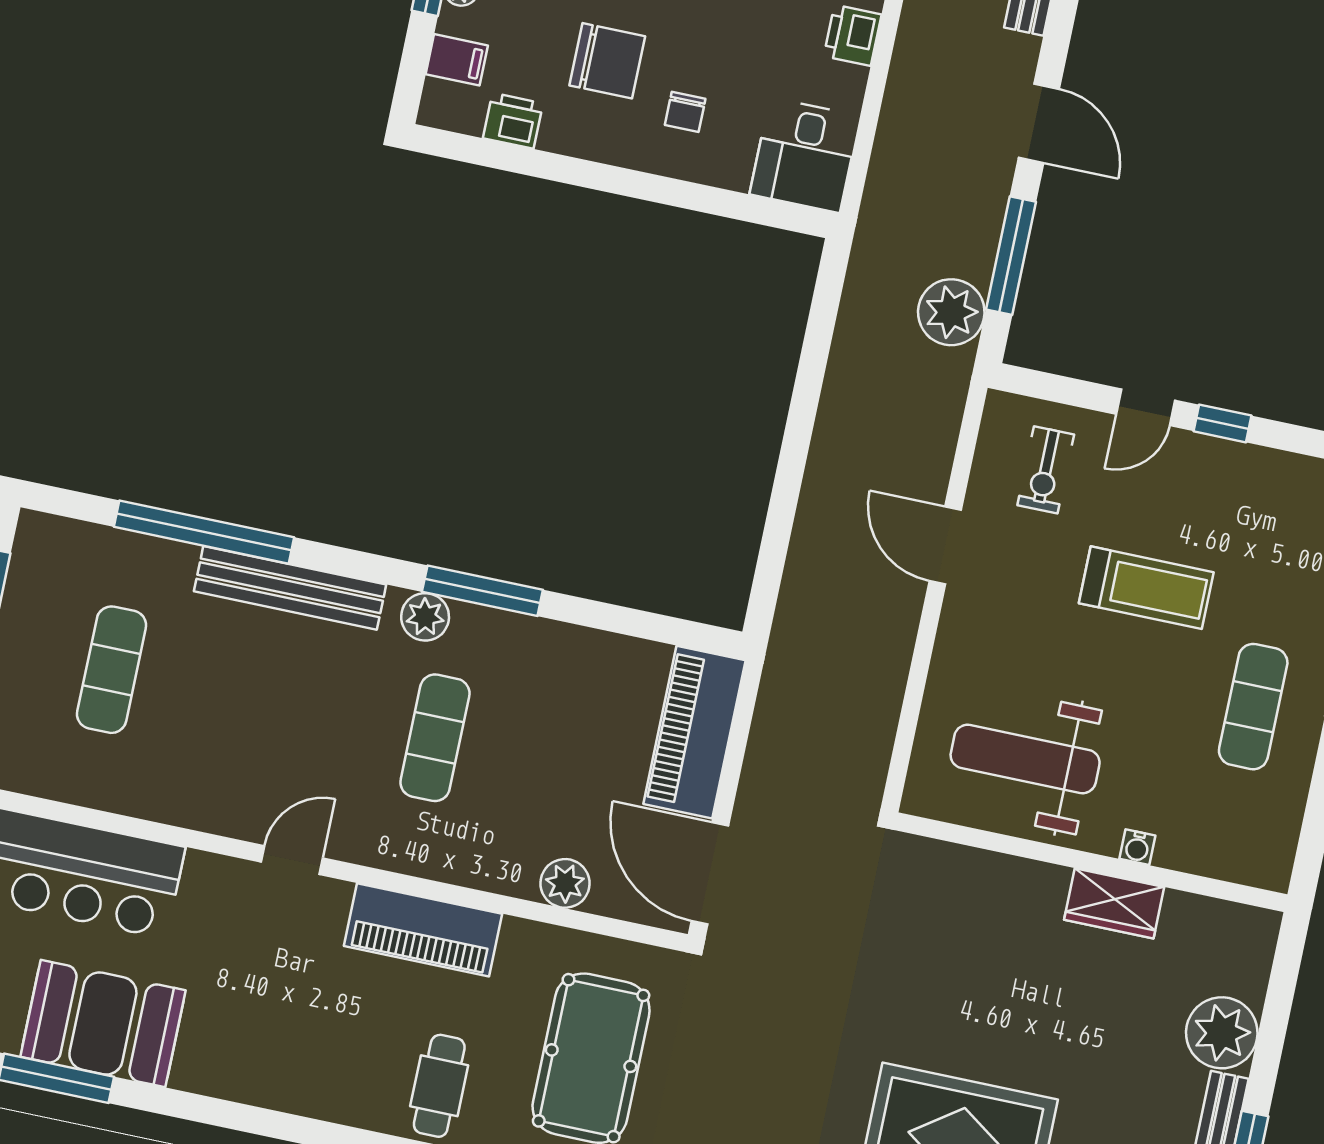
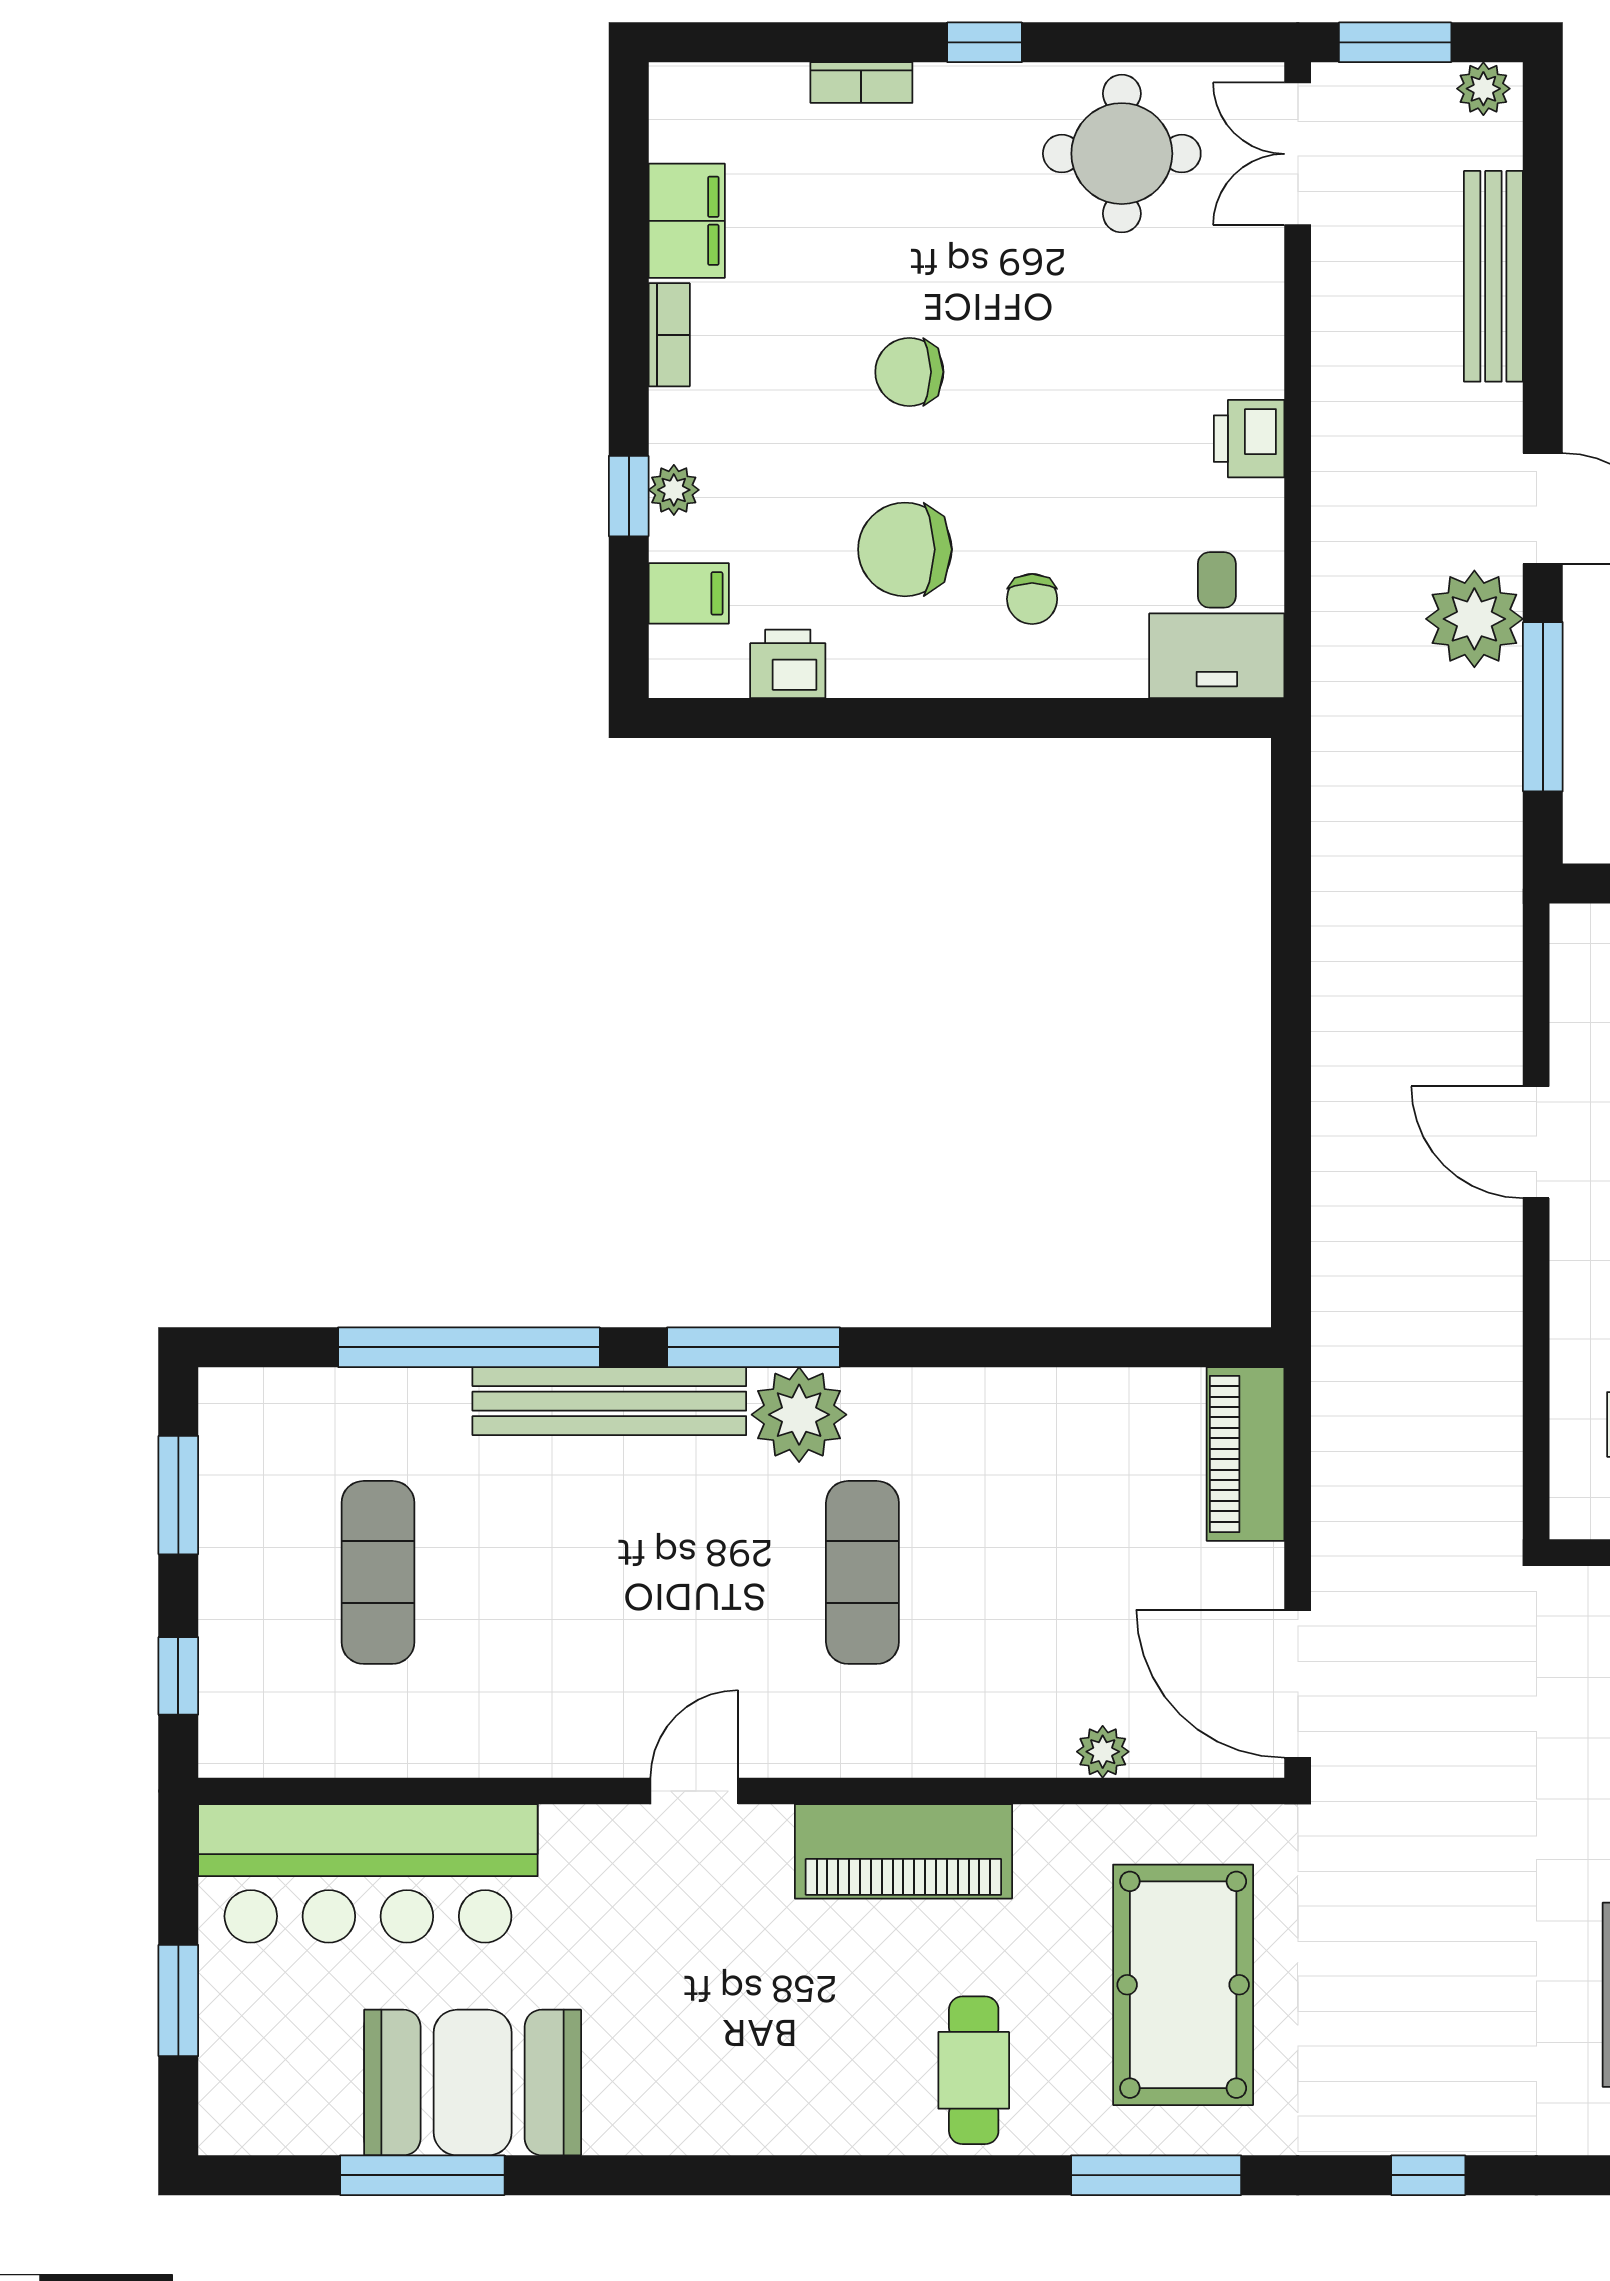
chair: (607, 61) -> (905, 549), turned 180
plant: (951, 312) -> (1474, 619), moved
window: (482, 591) -> (753, 1347), moved
plant: (425, 617) -> (799, 1415), width x1.36, depth x1.36
piano: (694, 732) -> (1246, 1454), width x0.73, depth x0.75
plant: (565, 883) -> (1103, 1752), width x0.73, depth x0.73

